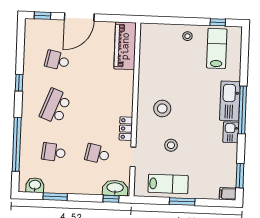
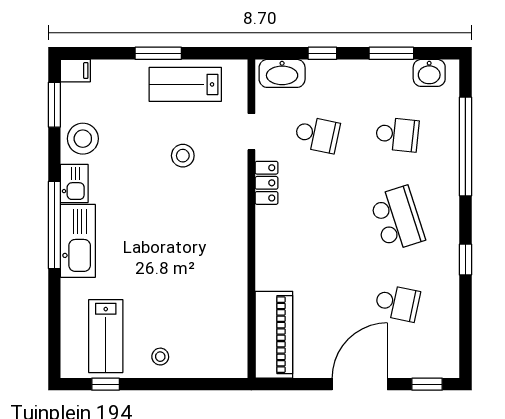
school desk: (55, 106) -> (397, 219), turned -39
stool: (162, 108) -> (83, 139), moved
window: (111, 199) -> (322, 53), moved

